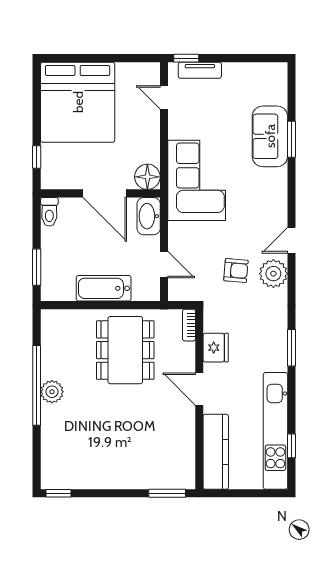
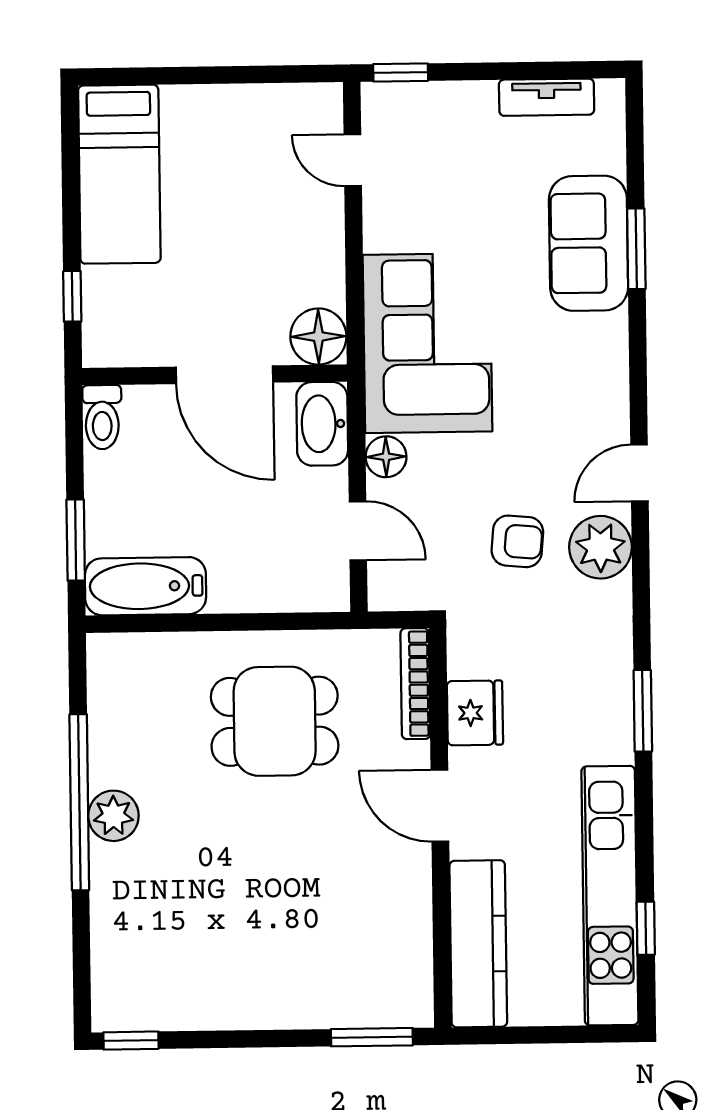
tv unit: (200, 70) -> (547, 97), moved
bed: (78, 102) -> (119, 174), width x0.49
floor lamp: (177, 231) -> (386, 457), added
bathtub: (104, 288) -> (145, 586), moved
bookcase: (189, 325) -> (415, 684), width x1.56
dining table: (125, 350) -> (275, 721), width x0.73

